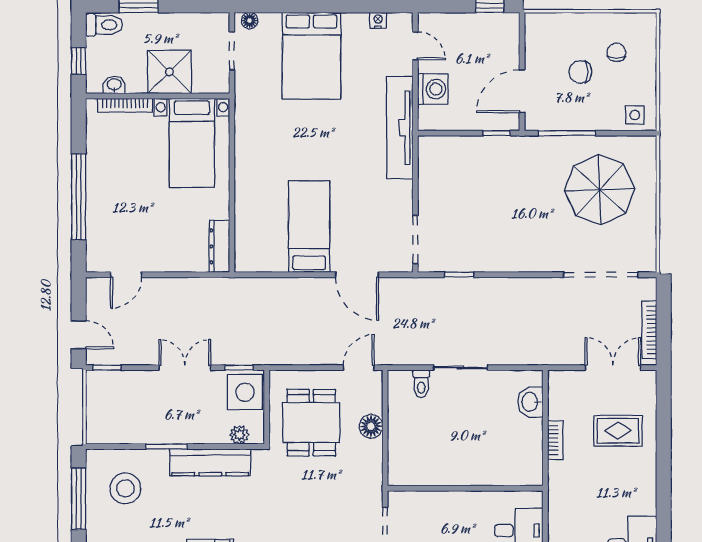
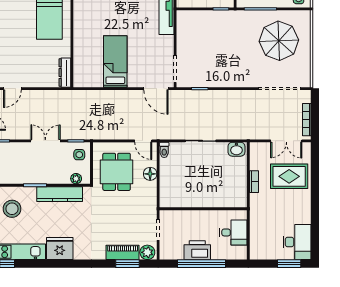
door: (357, 275) -> (156, 89), moved
door: (359, 368) -> (143, 141), swing flipped
double door: (613, 368) -> (286, 141), swing flipped
toilet: (421, 384) -> (164, 150), moved
side table: (245, 392) -> (79, 155), width x0.54, depth x0.54
washbasin: (530, 402) -> (236, 149), moved, turned -90
rug: (618, 431) -> (289, 176), width x1.36, depth x1.43

